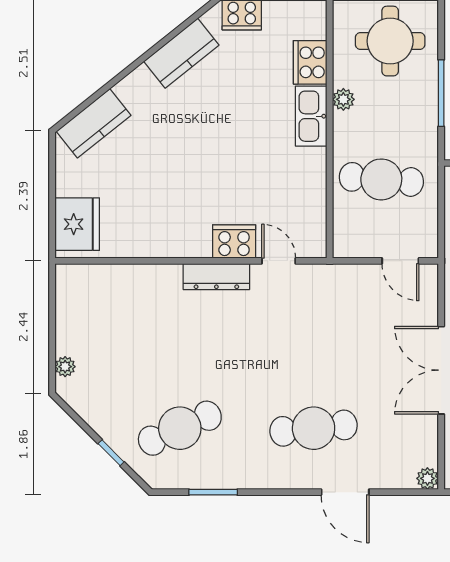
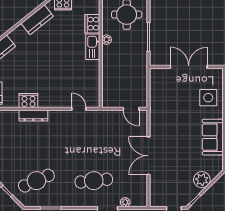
cafe table: (381, 179) -> (123, 74), removed
cooker: (234, 242) -> (28, 101), moved
dresser: (216, 277) -> (33, 116), moved
plant: (427, 478) -> (125, 202), moved

